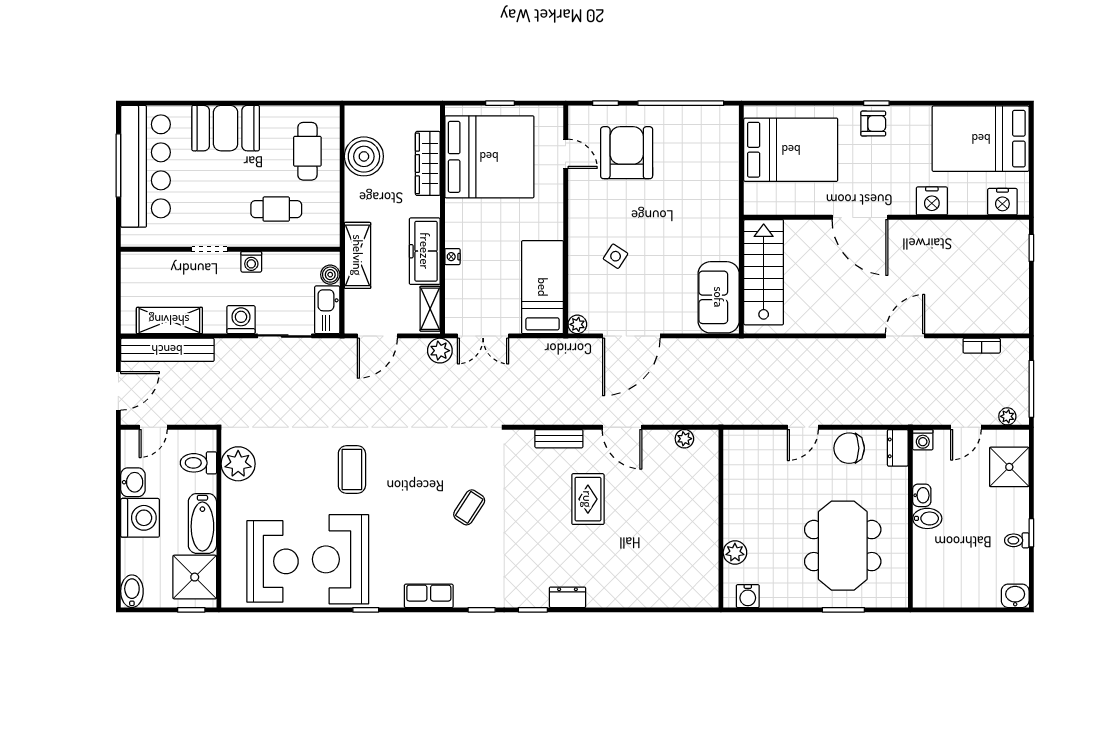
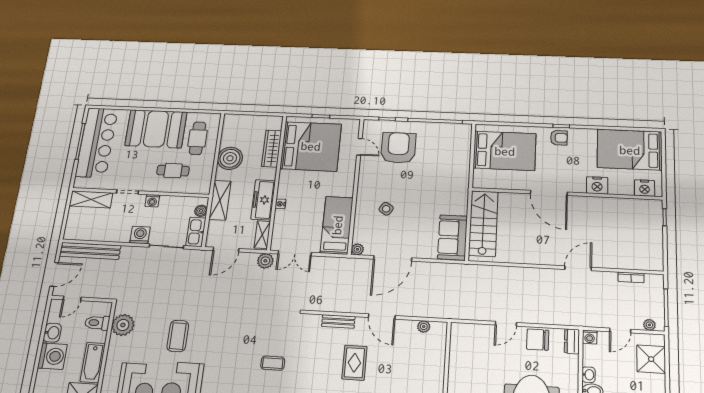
booth: (226, 128) -> (156, 129), width x1.36, depth x1.42
boiler: (364, 156) -> (230, 158), moved
shelving: (169, 320) -> (91, 199), moved
coffee table: (352, 470) -> (178, 336), moved
coffee table: (469, 507) -> (273, 363), turned 57

